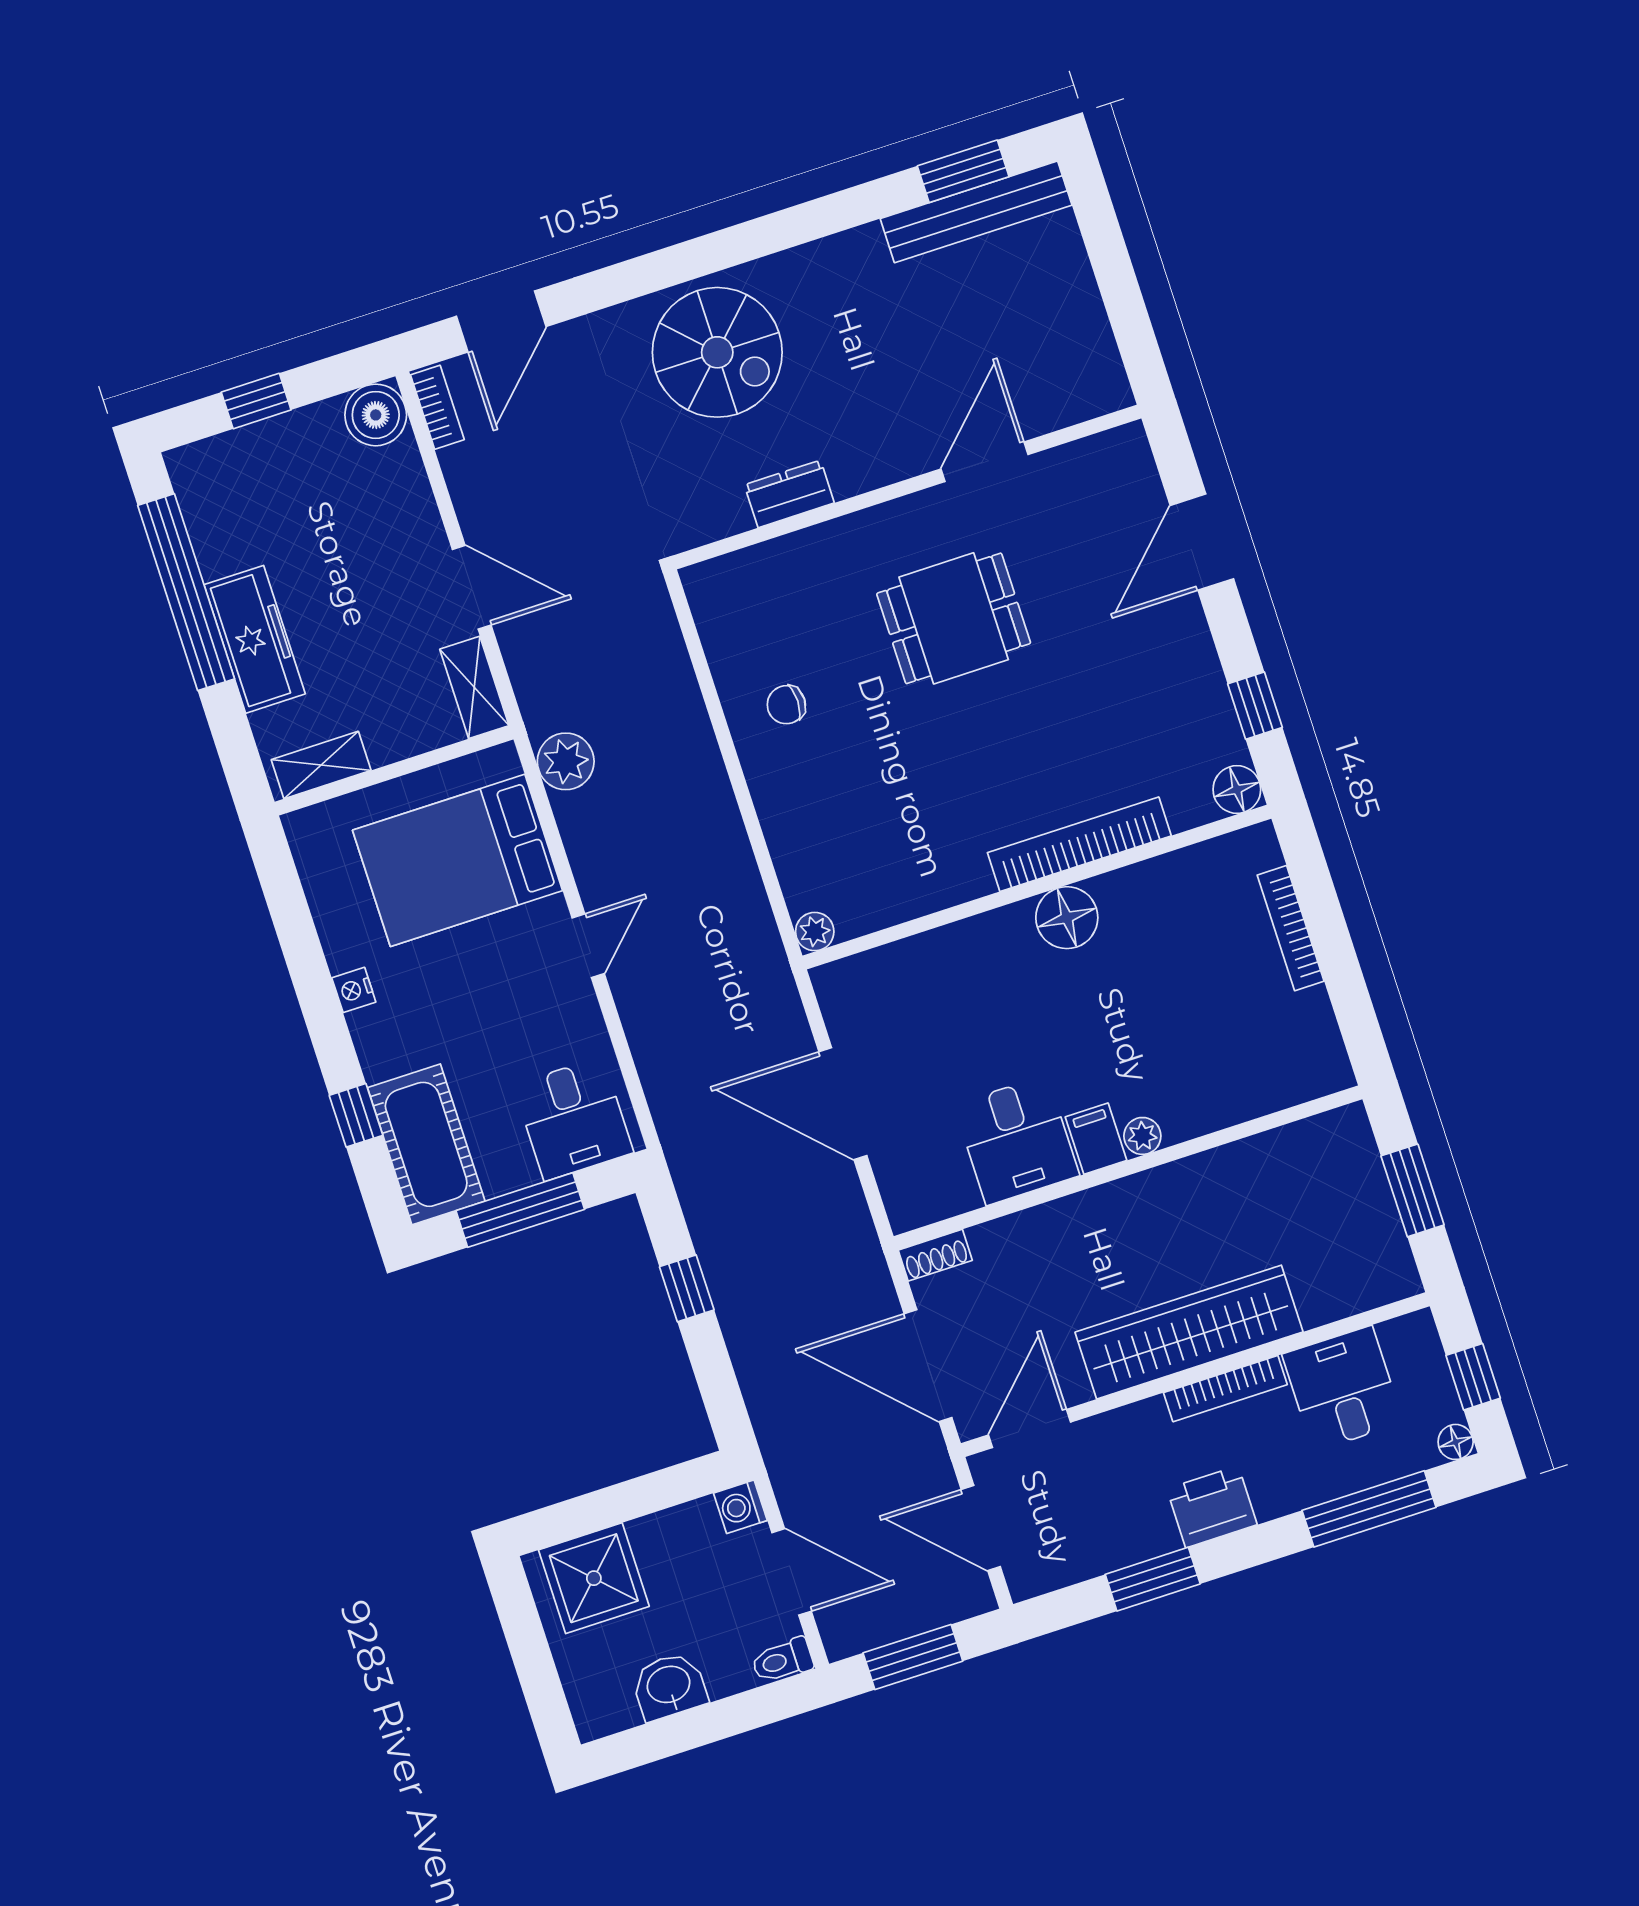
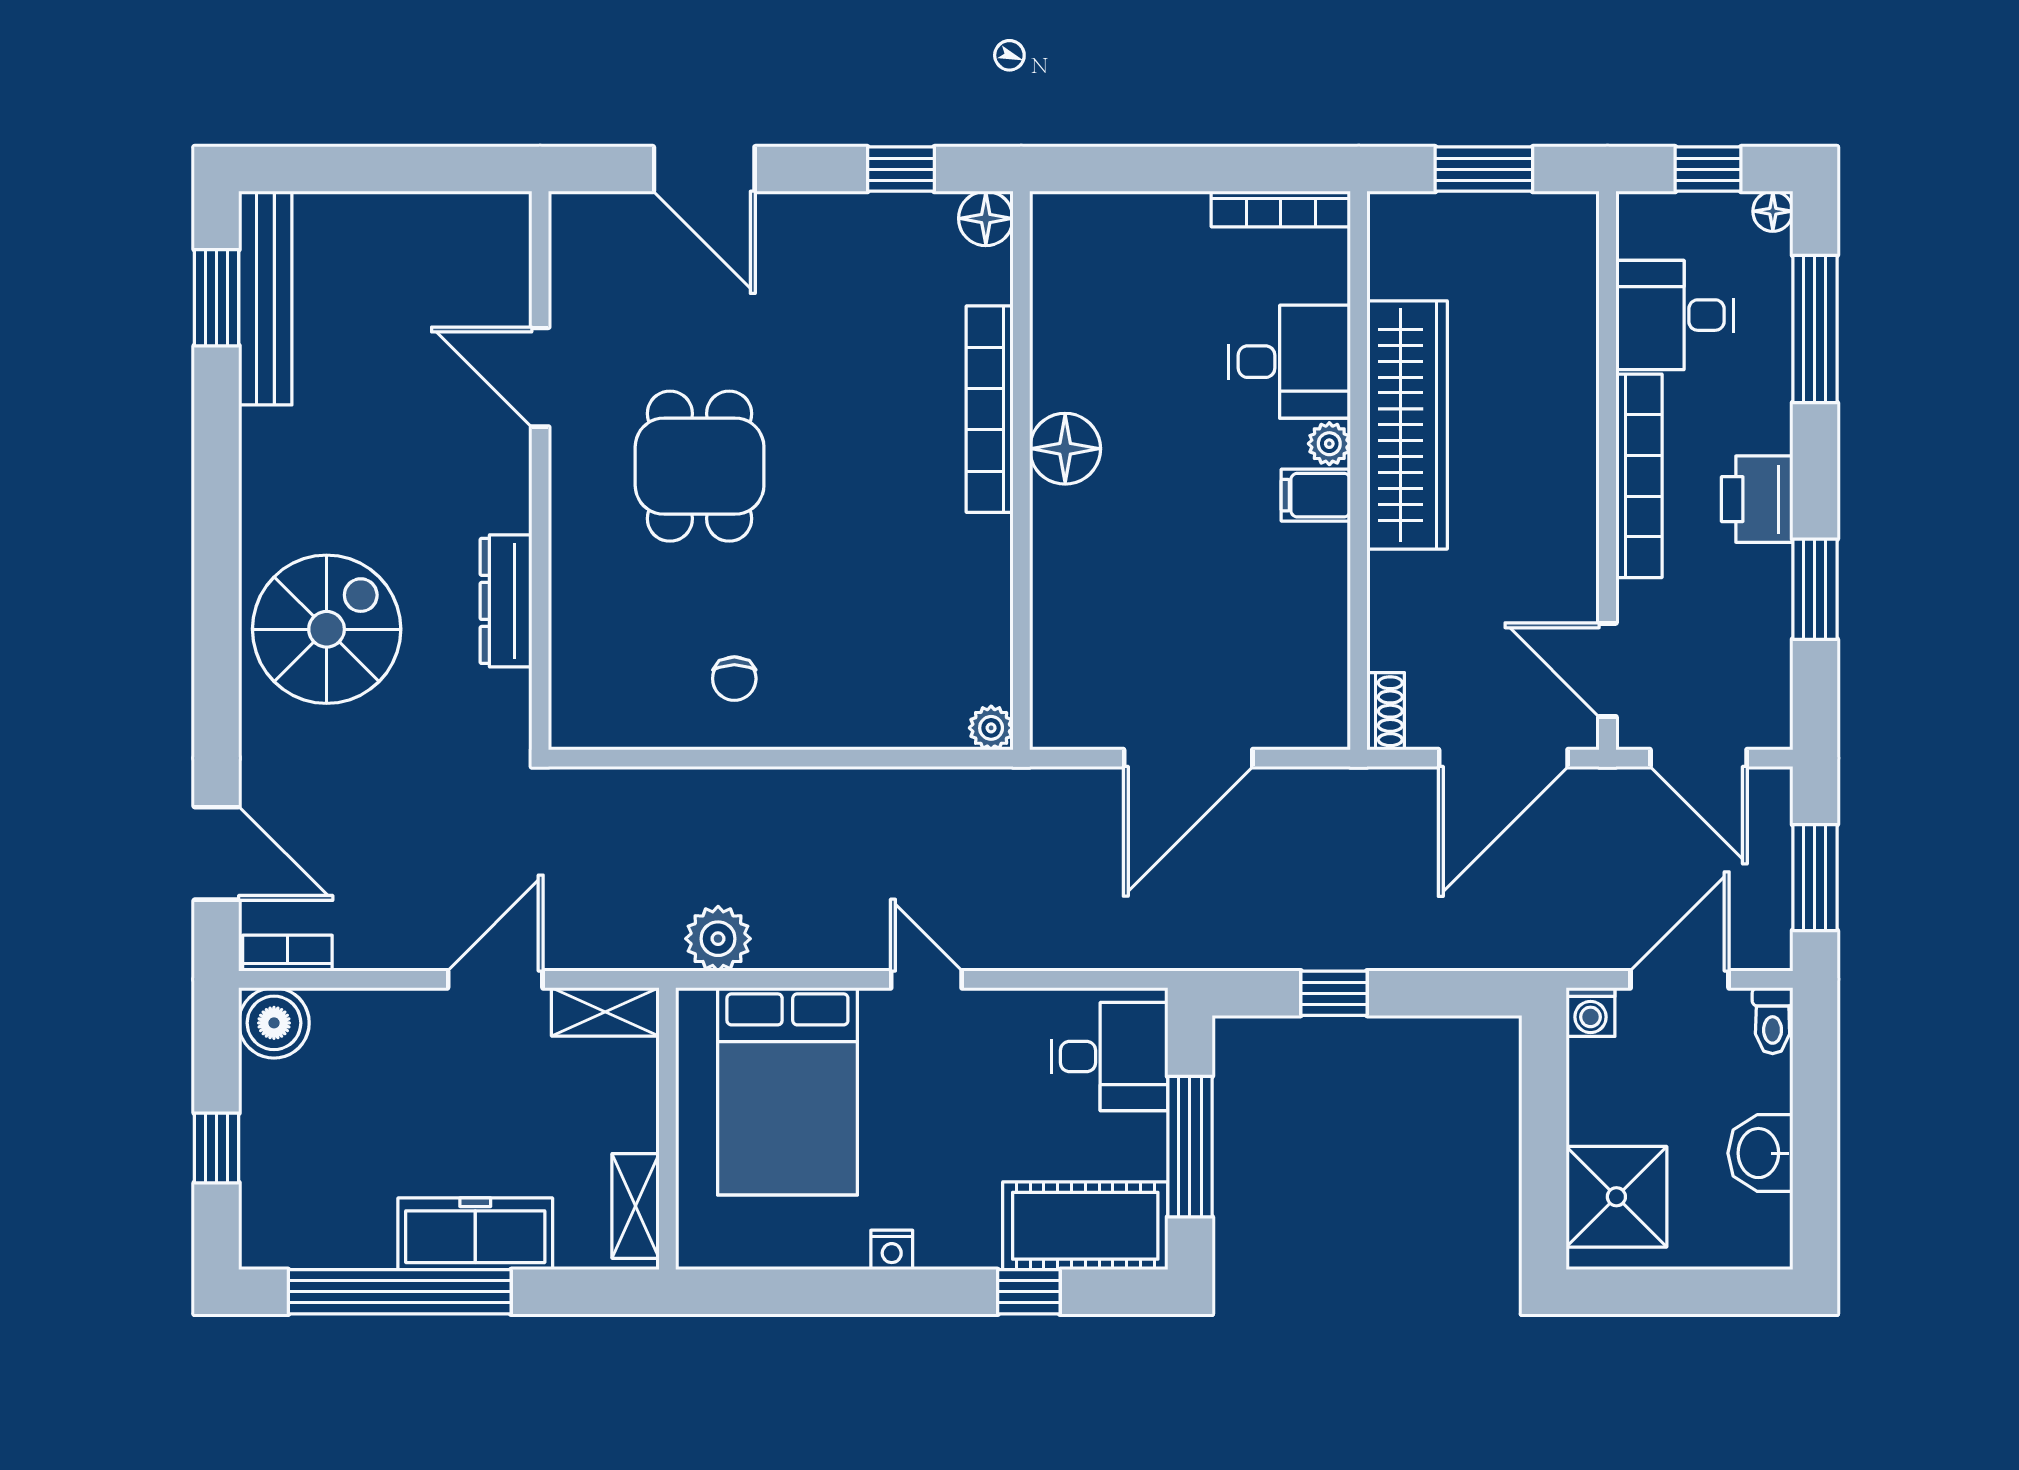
dresser: (789, 494) -> (506, 601), width x1.44
bookcase: (1291, 928) -> (1281, 209), moved
desk: (1017, 1140) -> (1289, 362), moved
wardrobe: (1189, 1332) -> (1407, 425), moved, turned 180
bookcase: (1225, 1389) -> (1639, 476), width x1.48, depth x1.31
door: (981, 1528) -> (1699, 758), hinge flipped

